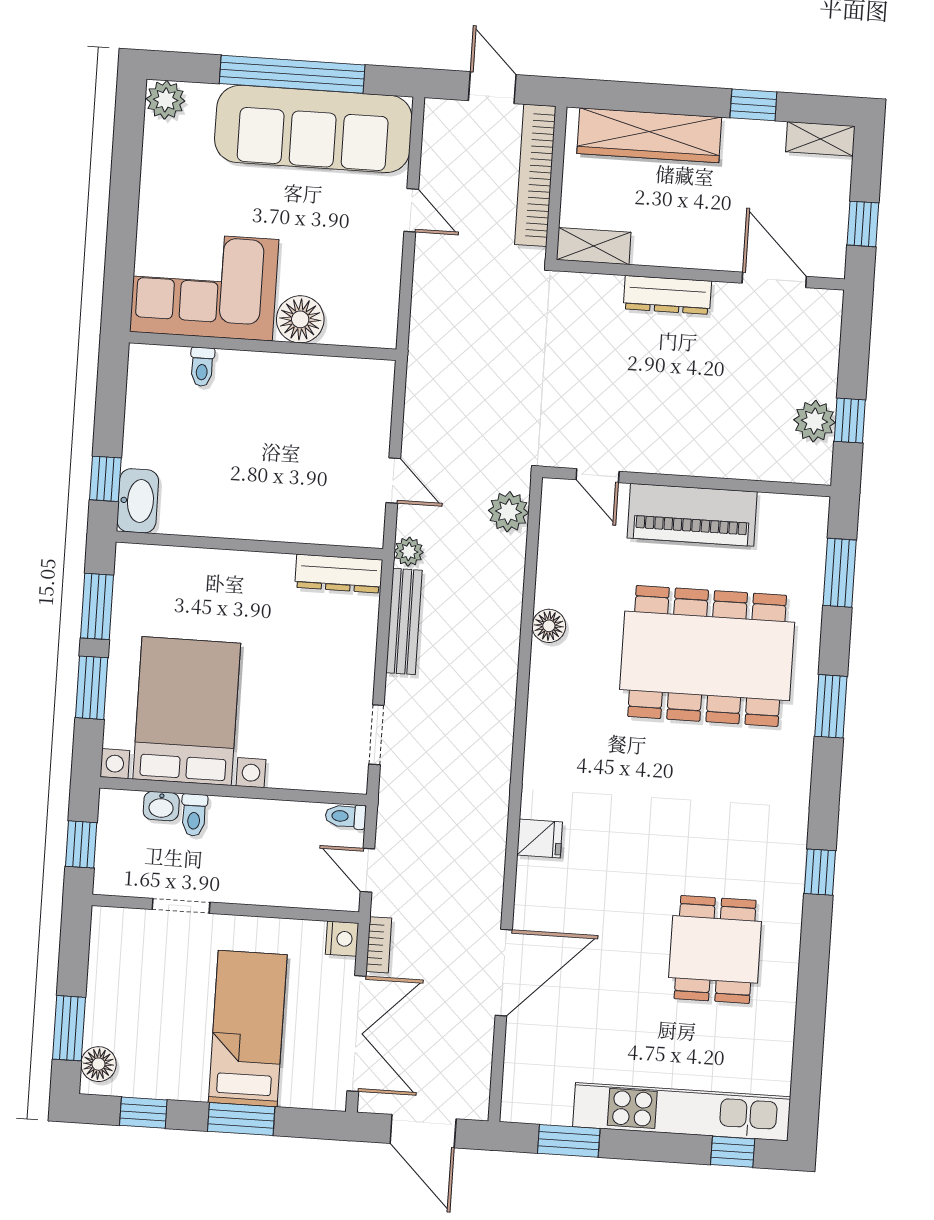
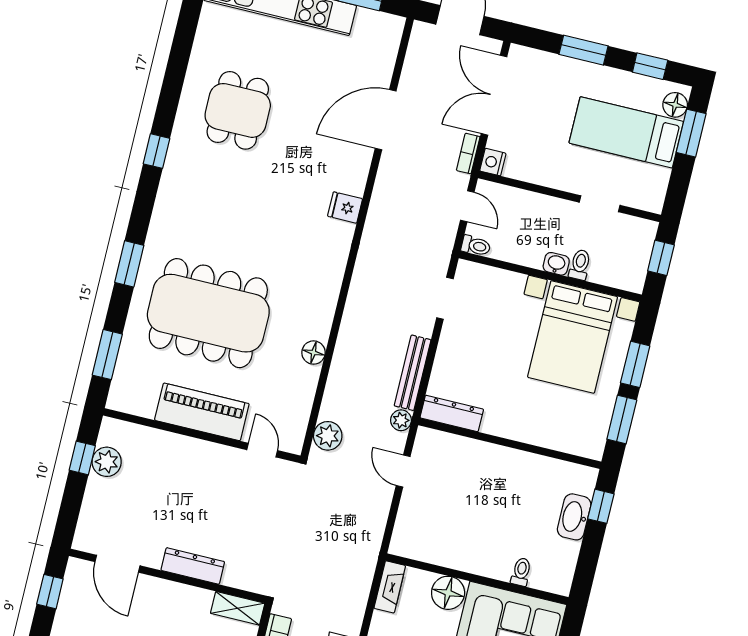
fireplace: (384, 313) -> (390, 587), added
washbasin: (138, 501) -> (574, 517), moved
washbasin: (161, 806) -> (556, 264), moved
bed: (248, 1029) -> (626, 132), moved, turned 90

